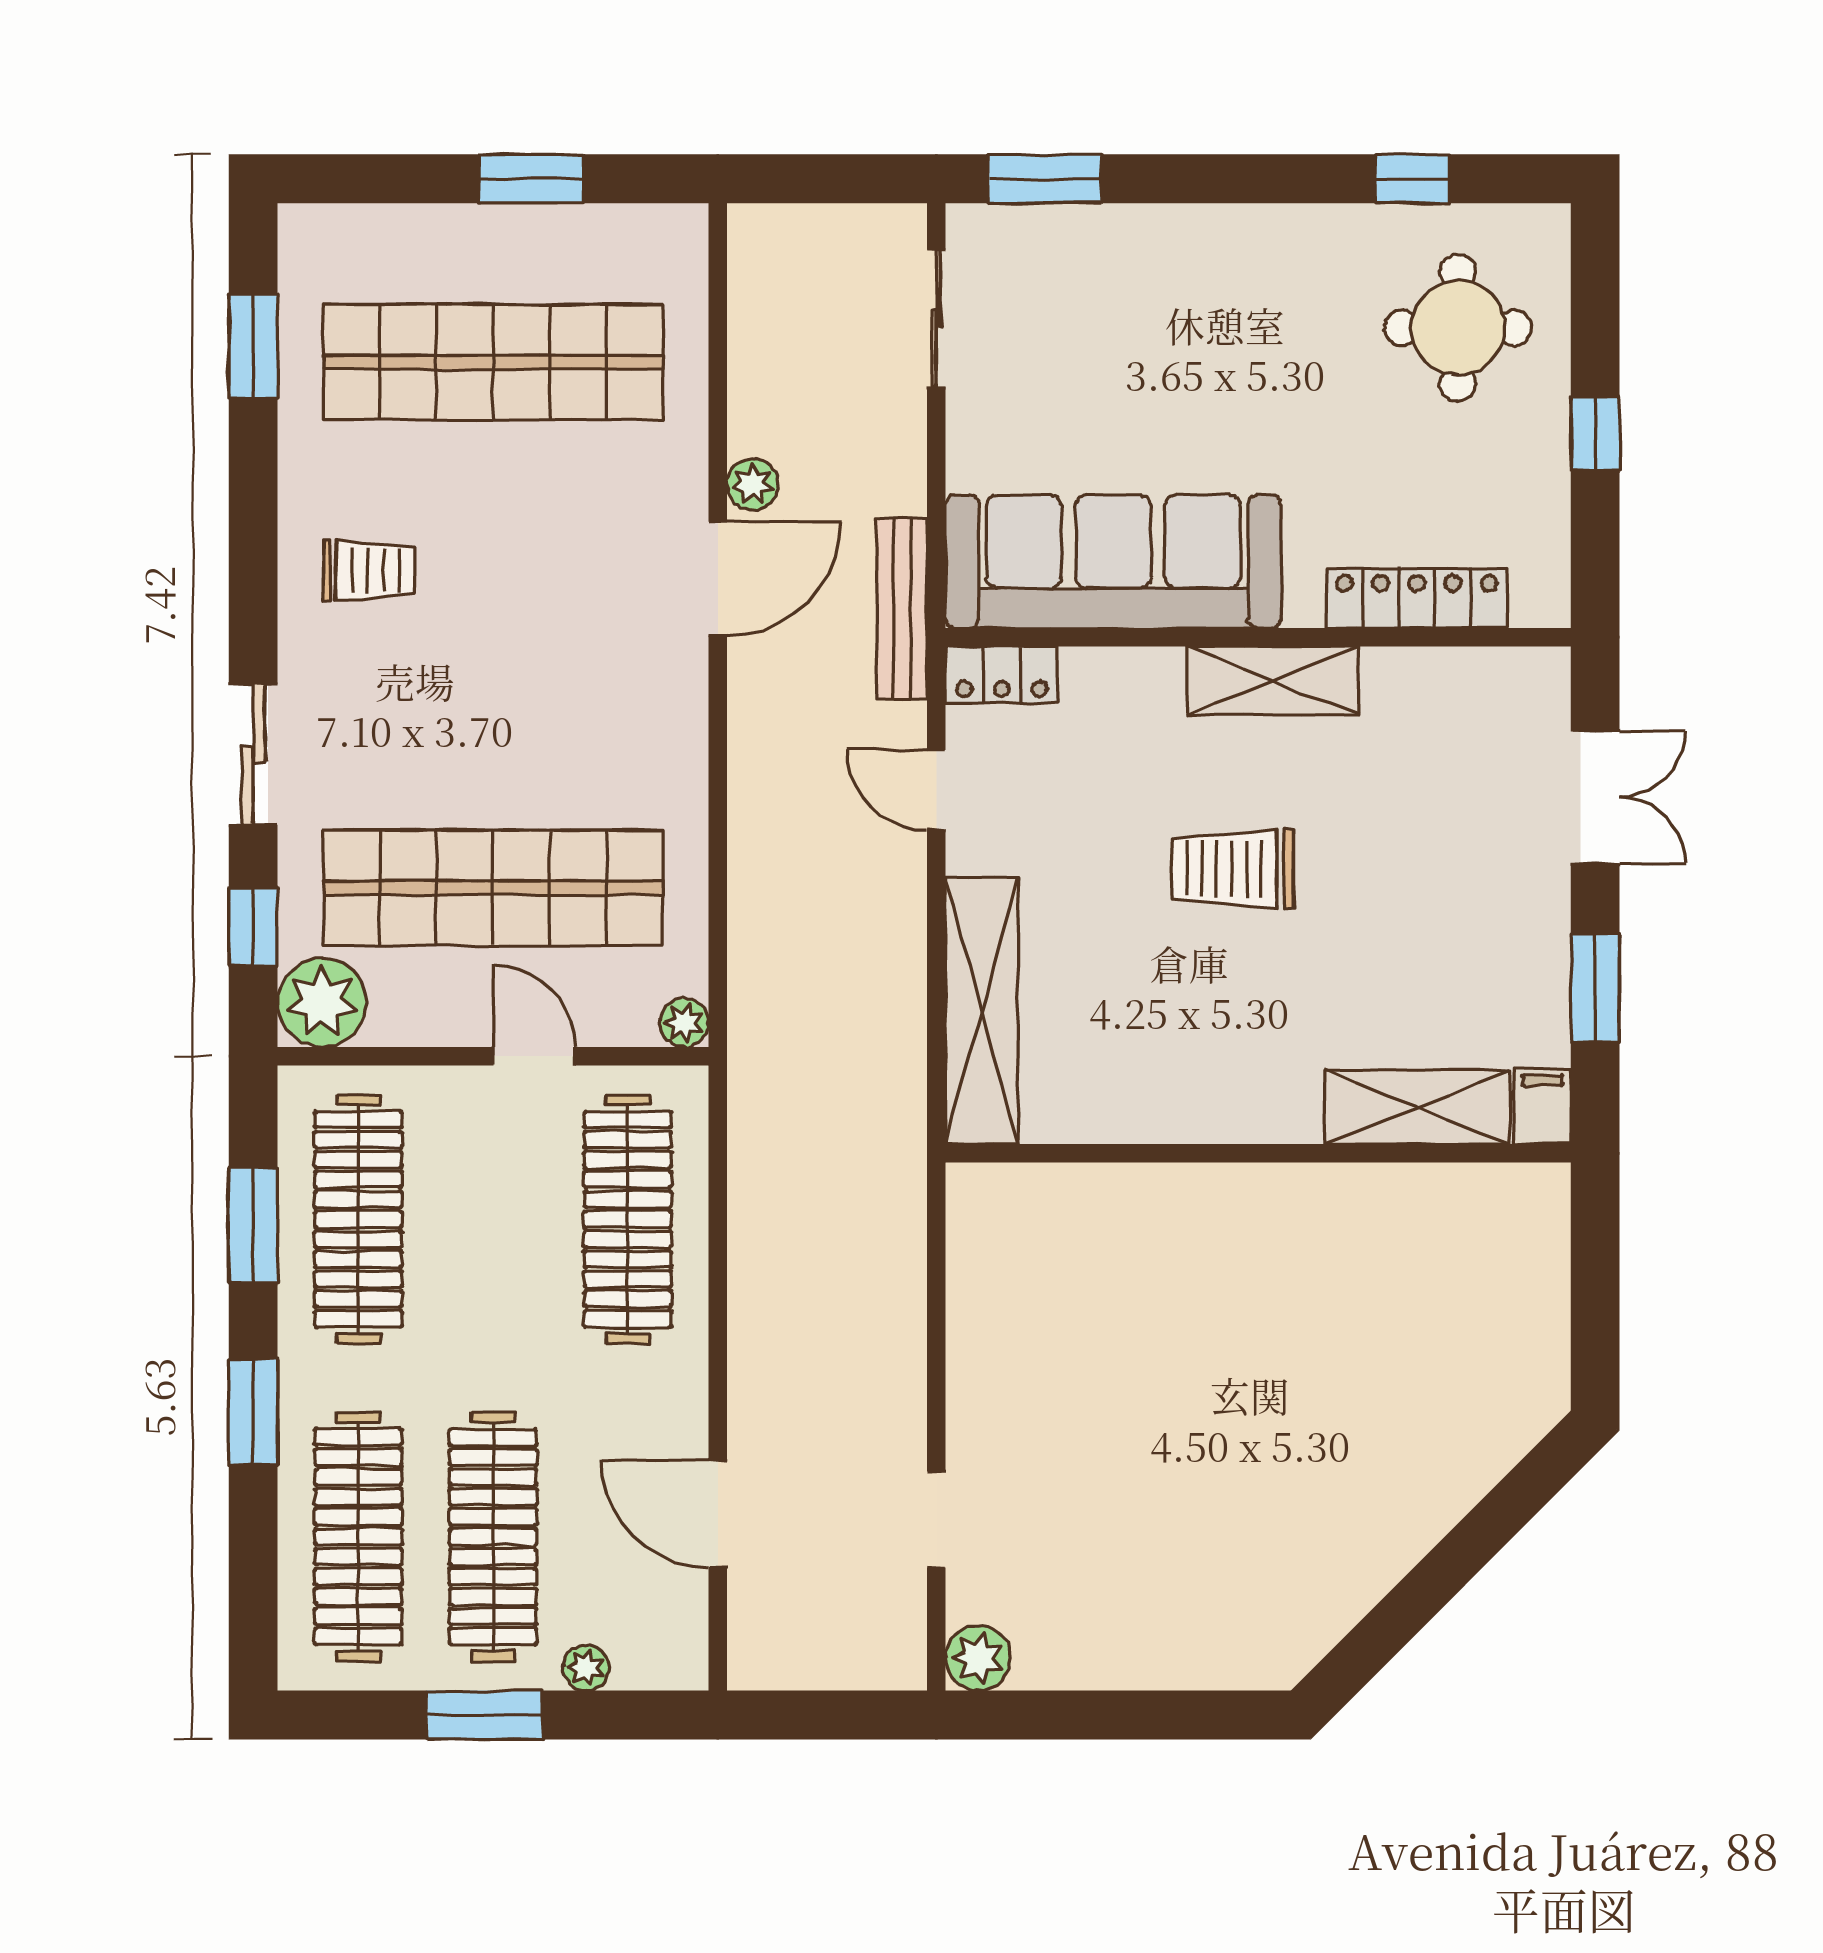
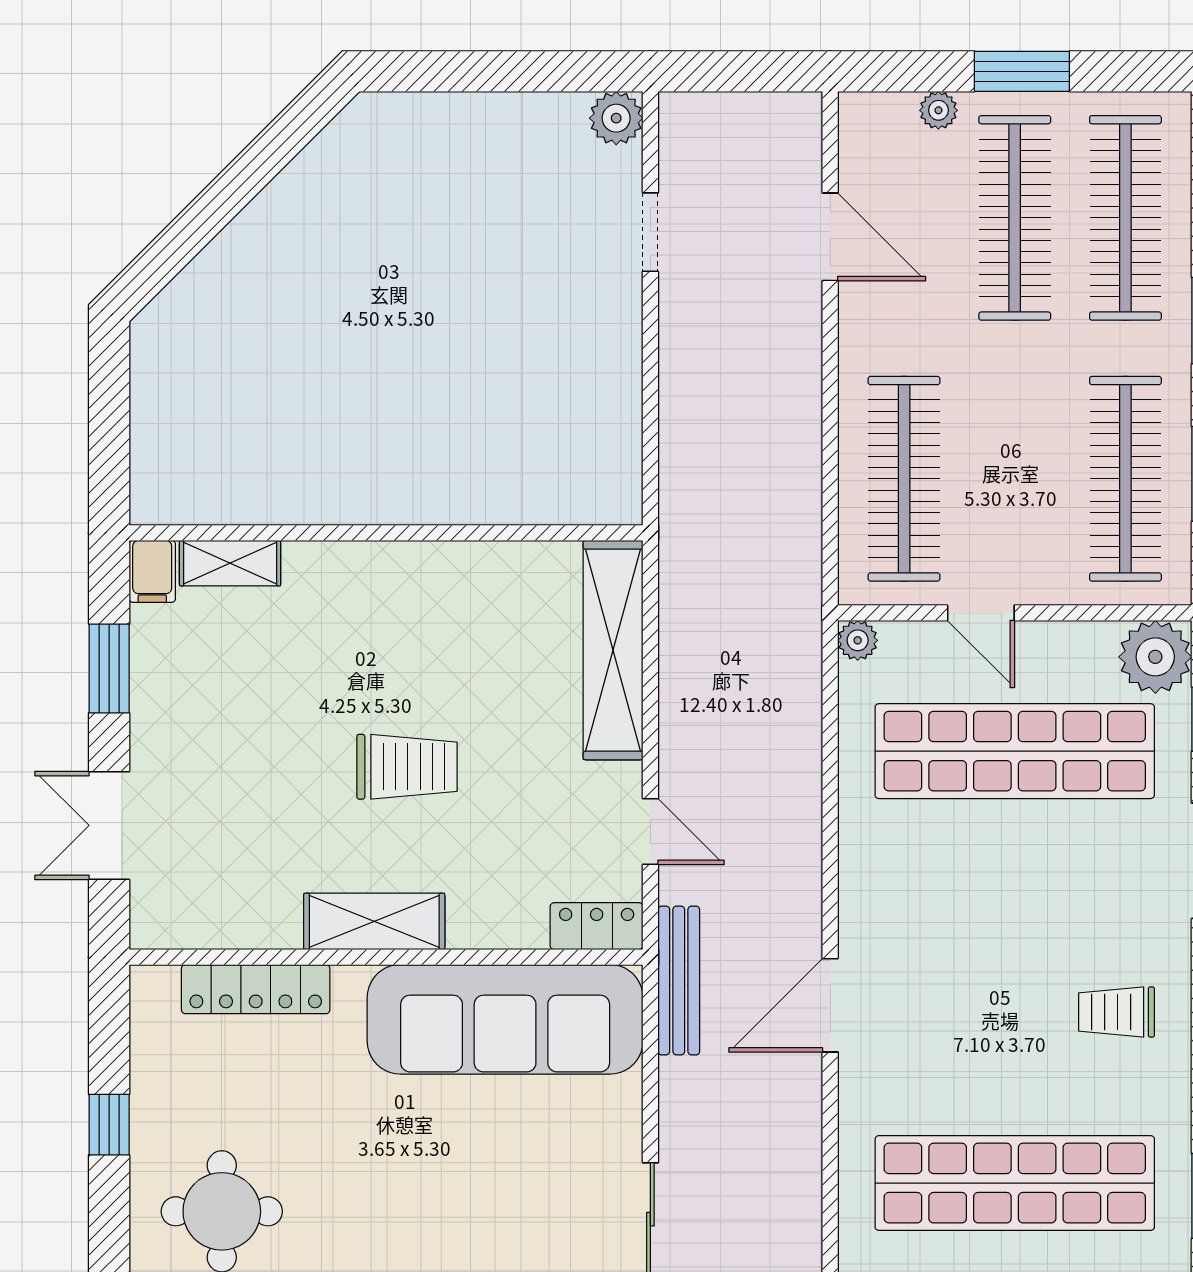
plant: (753, 484) -> (802, 1083), removed
shelving: (1417, 1107) -> (230, 563), width x0.67, depth x0.75

